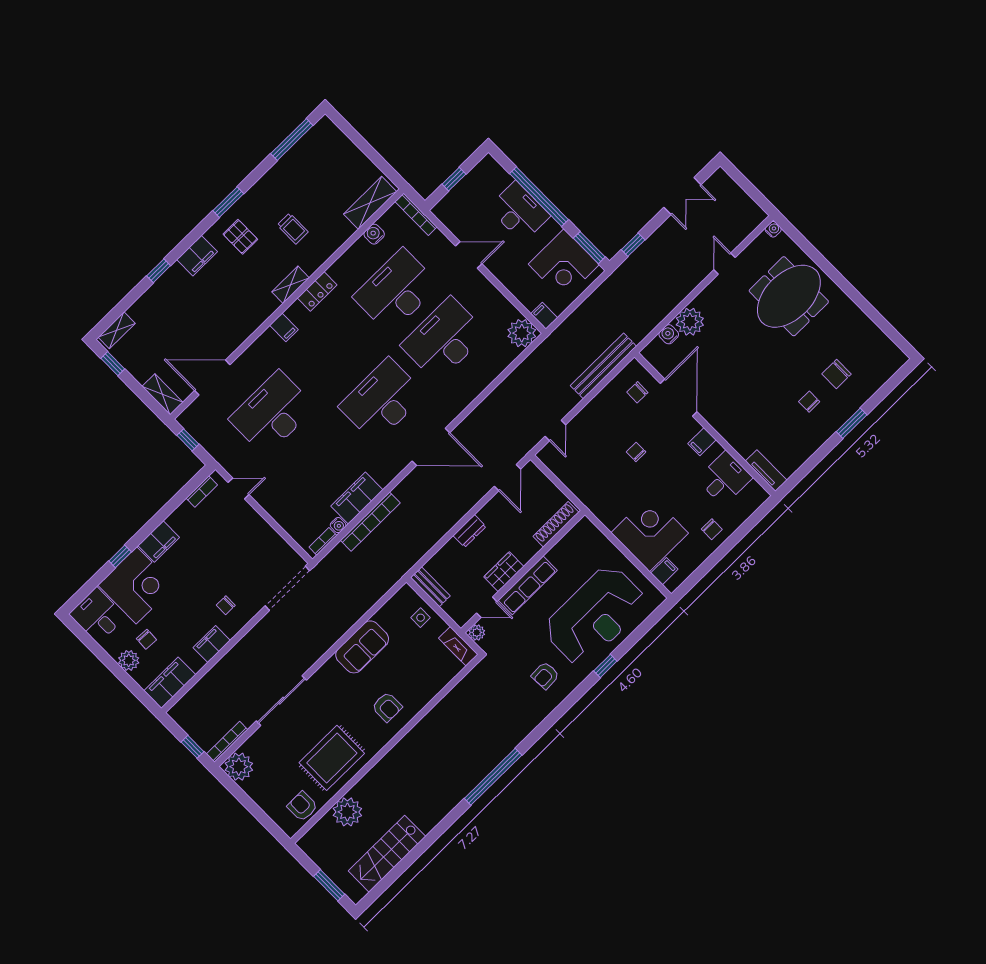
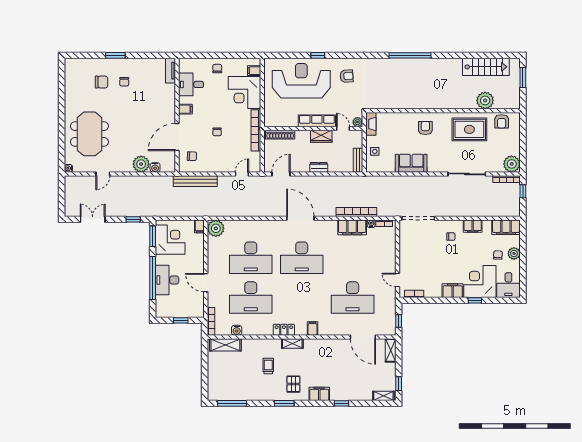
meeting table: (789, 296) -> (89, 134), turned 90
bookcase: (591, 501) -> (256, 130), added

